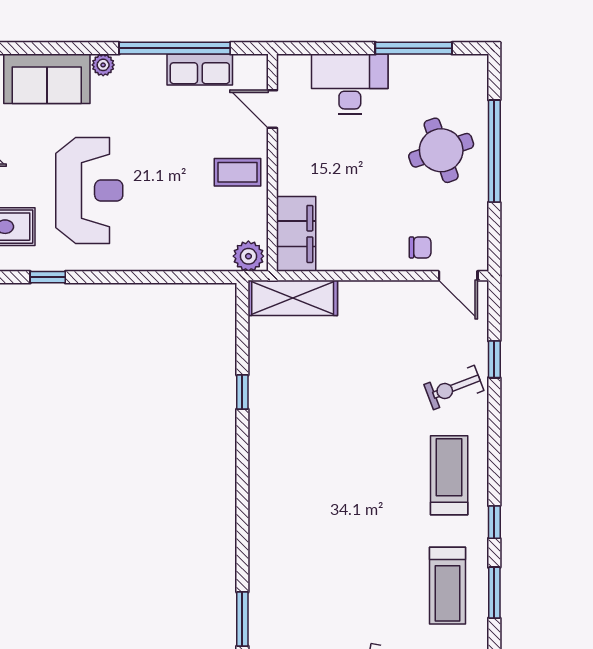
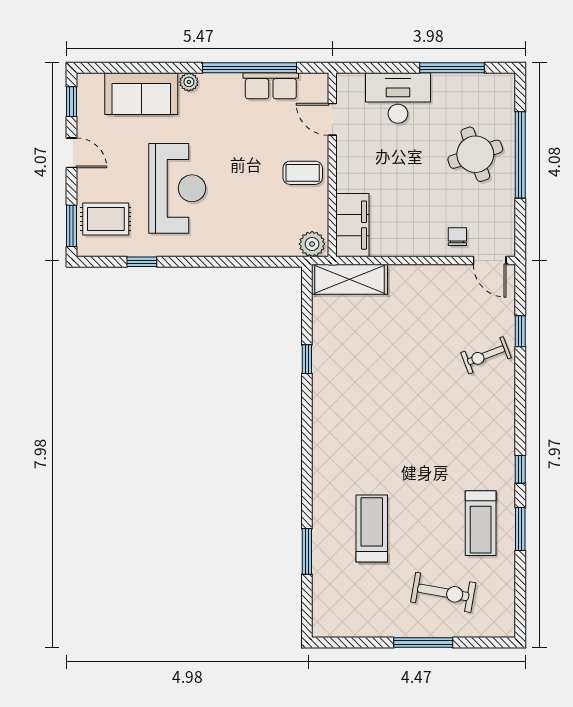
chair: (420, 247) -> (457, 237), turned -90
treadmill: (449, 475) -> (372, 529), moved

